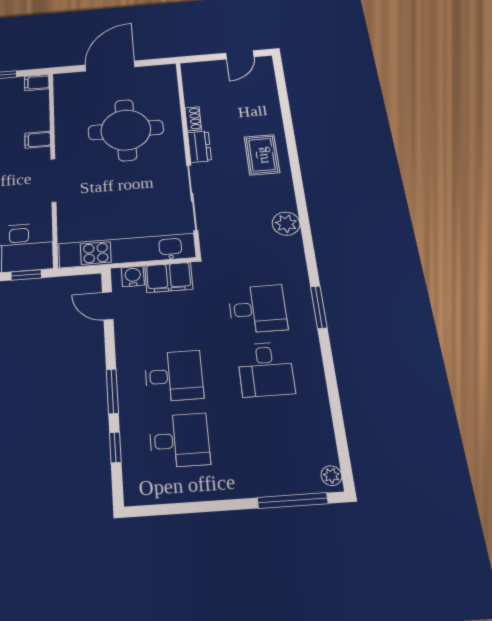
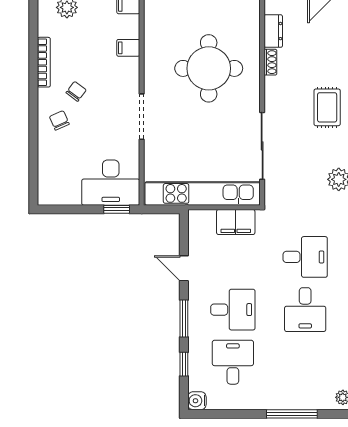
filing cabinet: (38, 140) -> (128, 48), moved
dresser: (199, 147) -> (273, 31), moved
water cooler: (133, 276) -> (197, 401), moved, turned -90
door: (108, 306) -> (184, 268), moved
desk: (179, 440) -> (233, 362), turned -90
window: (293, 501) -> (292, 414), moved

